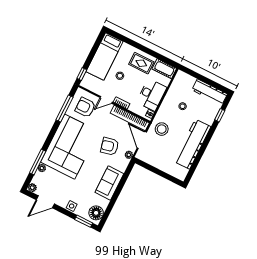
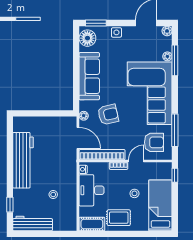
stool: (162, 129) -> (63, 160), removed
sofa: (109, 183) -> (89, 76), width x1.36

